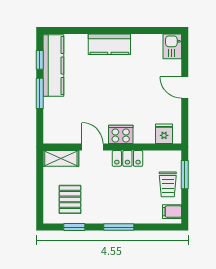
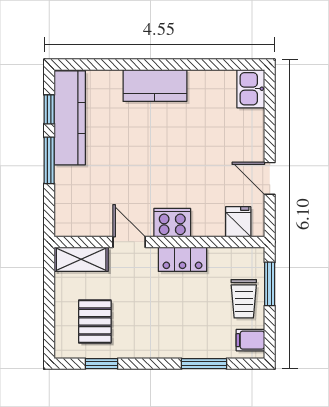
door: (185, 87) -> (270, 178), moved
window: (119, 227) -> (204, 364), moved

